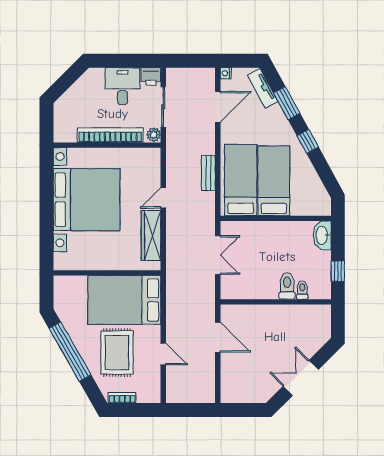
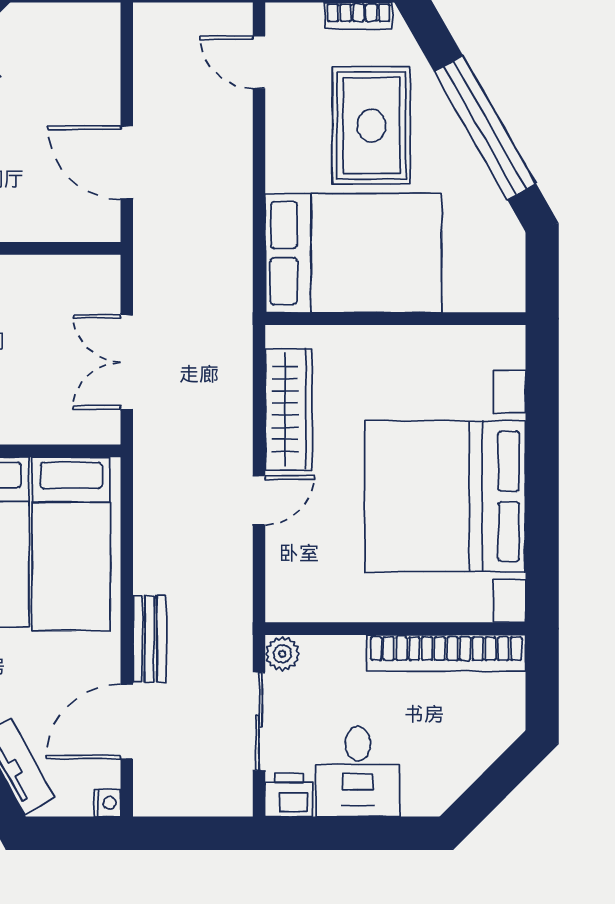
bookcase: (110, 135) -> (446, 653), moved
bench: (208, 173) -> (150, 639), moved
door: (163, 354) -> (259, 62), moved

